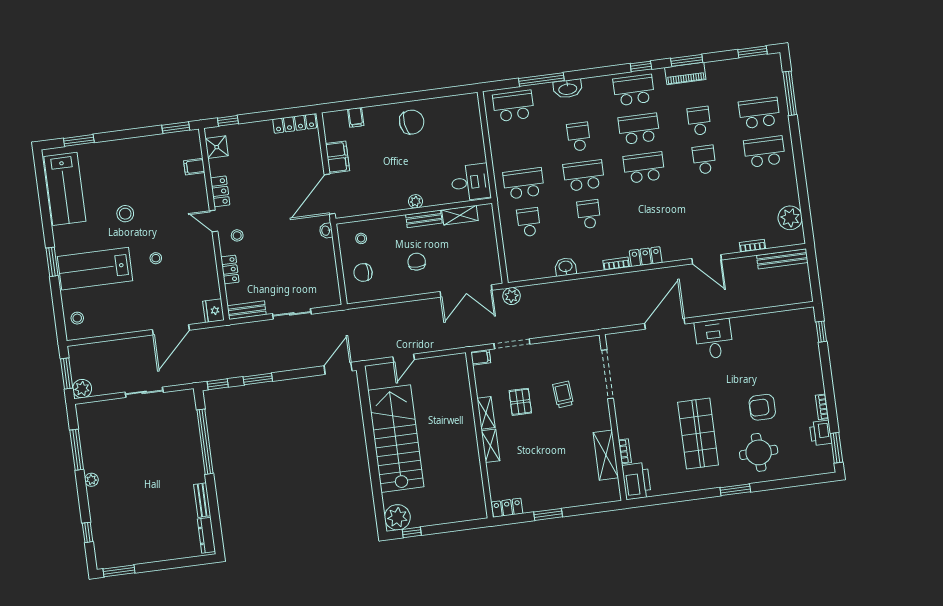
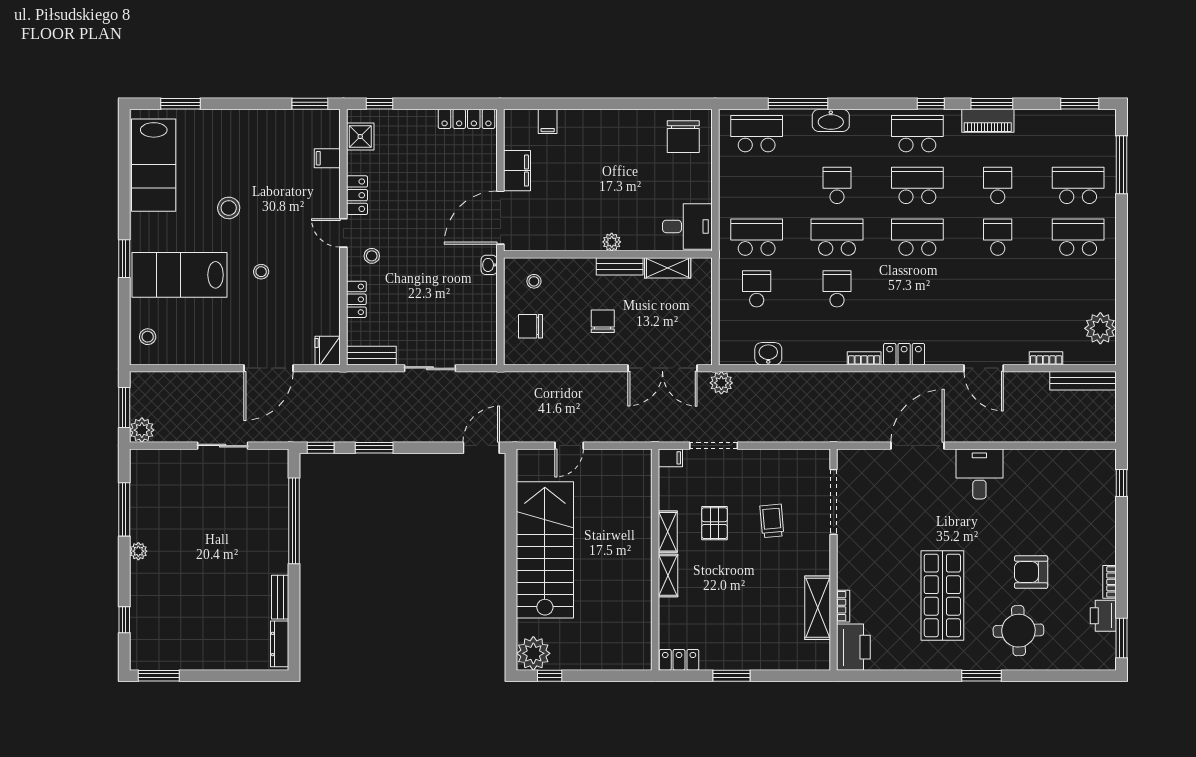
chair: (412, 122) -> (683, 137), moved, turned 98
washbasin: (566, 267) -> (768, 354), moved

